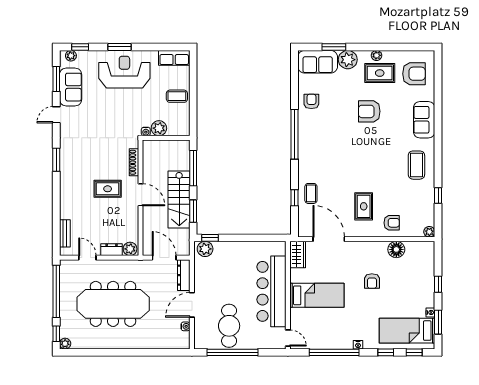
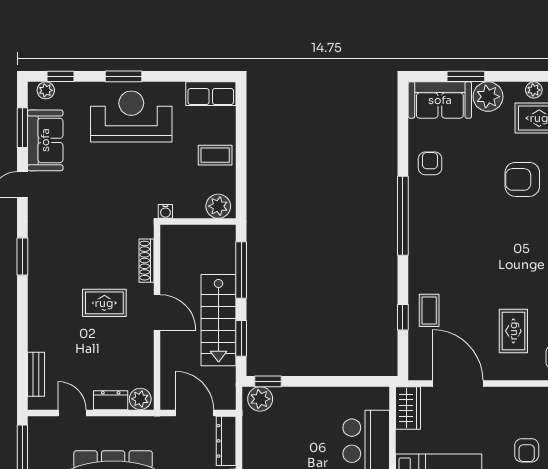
plant: (159, 128) -> (218, 206), moved

